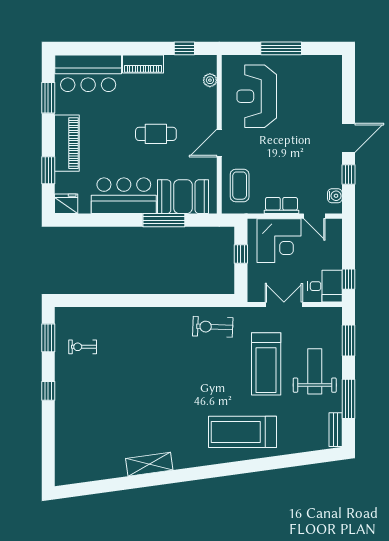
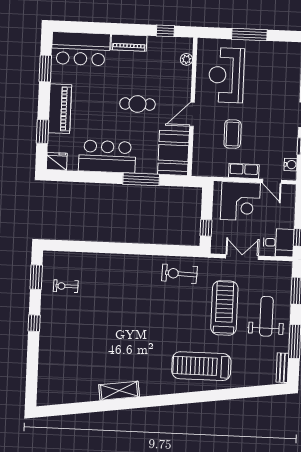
coffee table: (240, 186) -> (233, 134), moved
booth: (183, 197) -> (173, 153), moved, turned 90
window: (241, 254) -> (206, 228), moved
treadmill: (266, 364) -> (224, 308), turned 180

